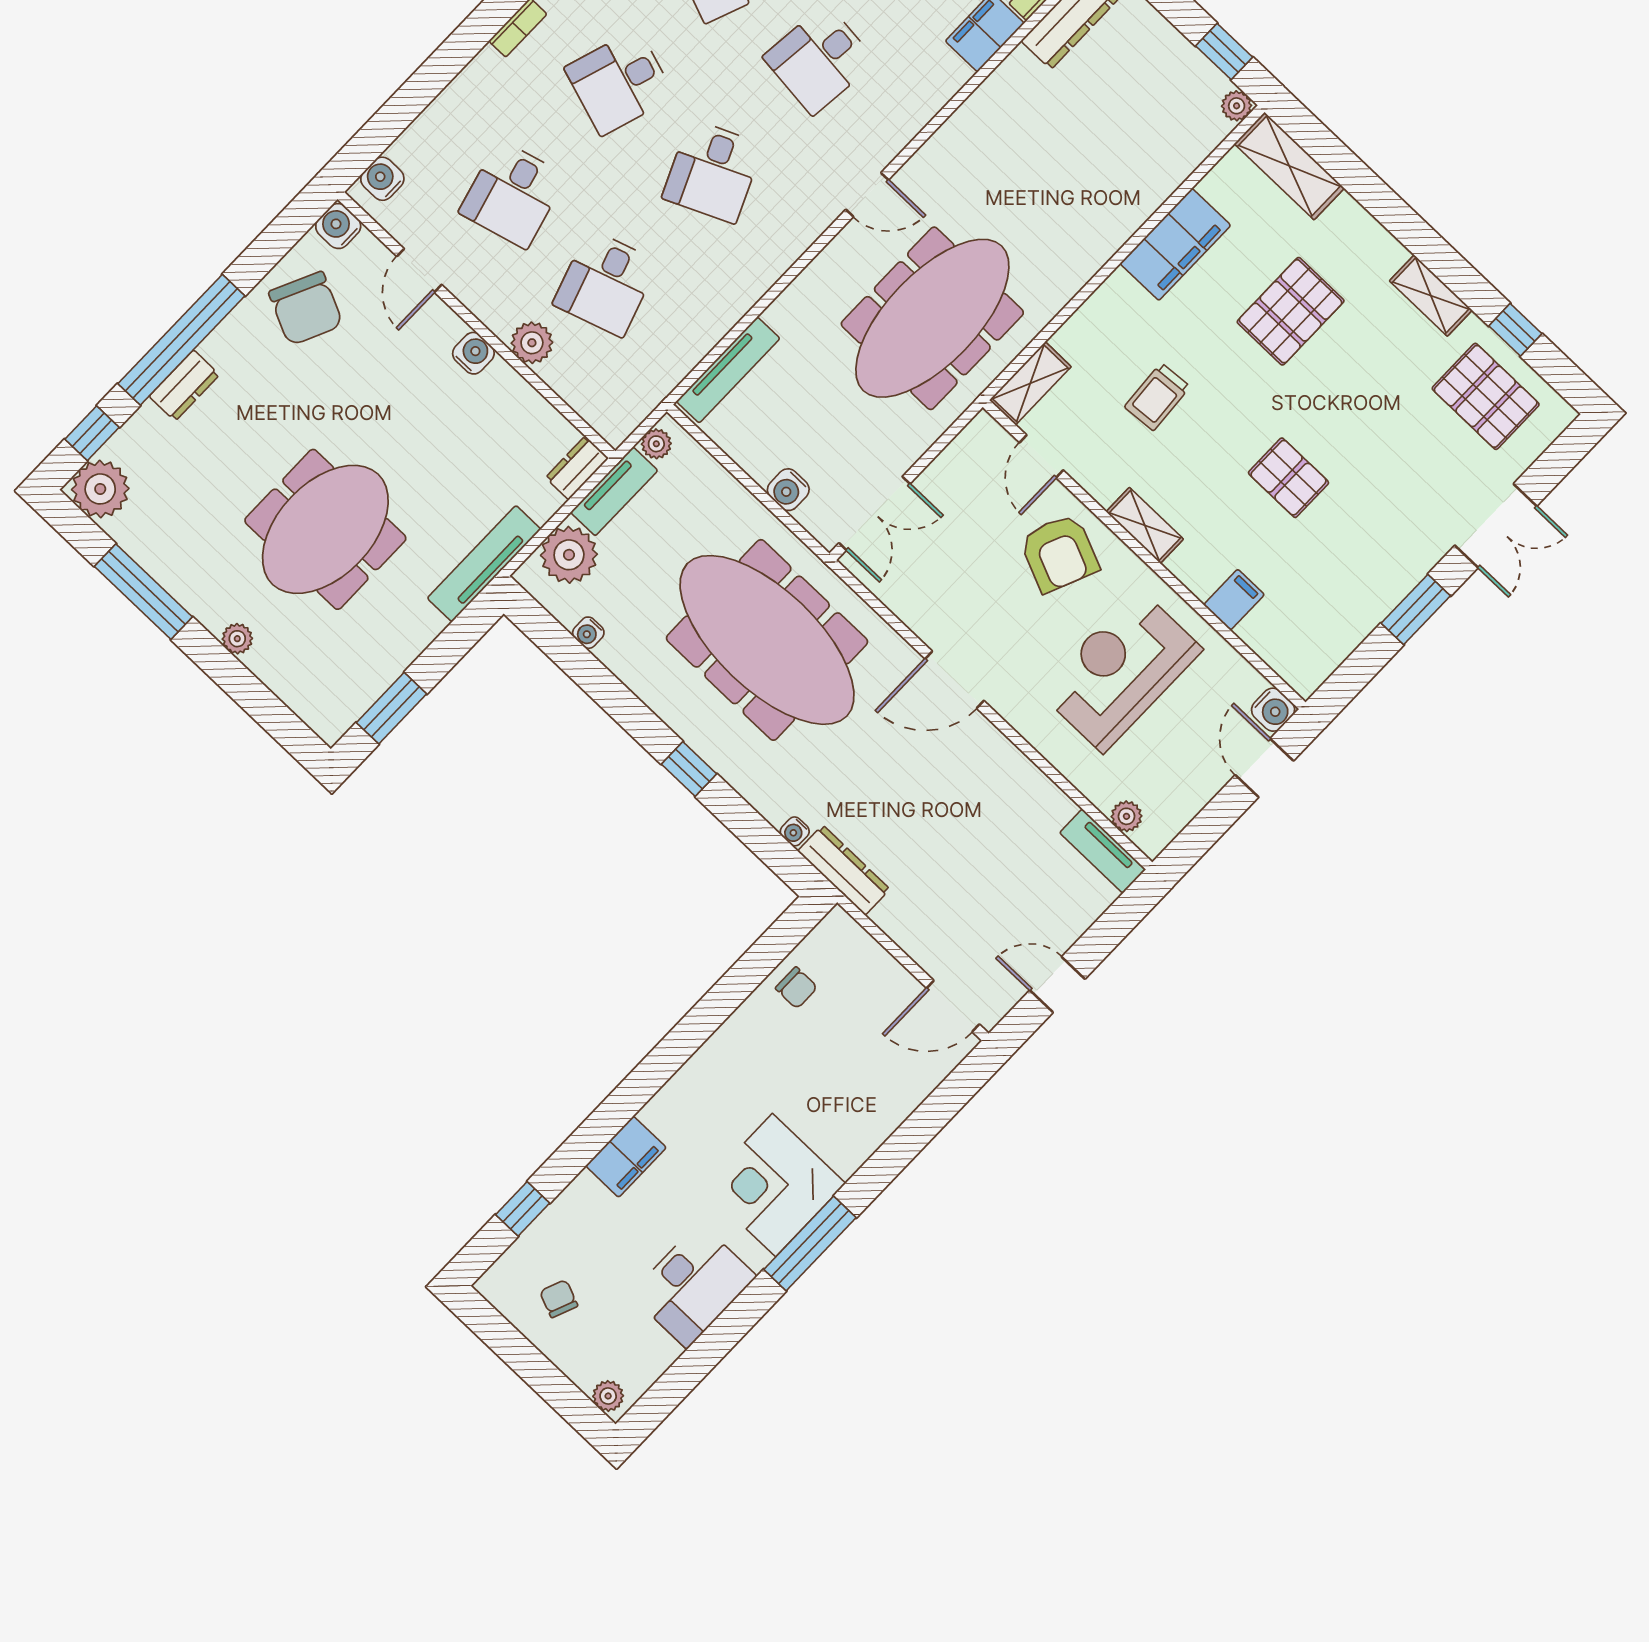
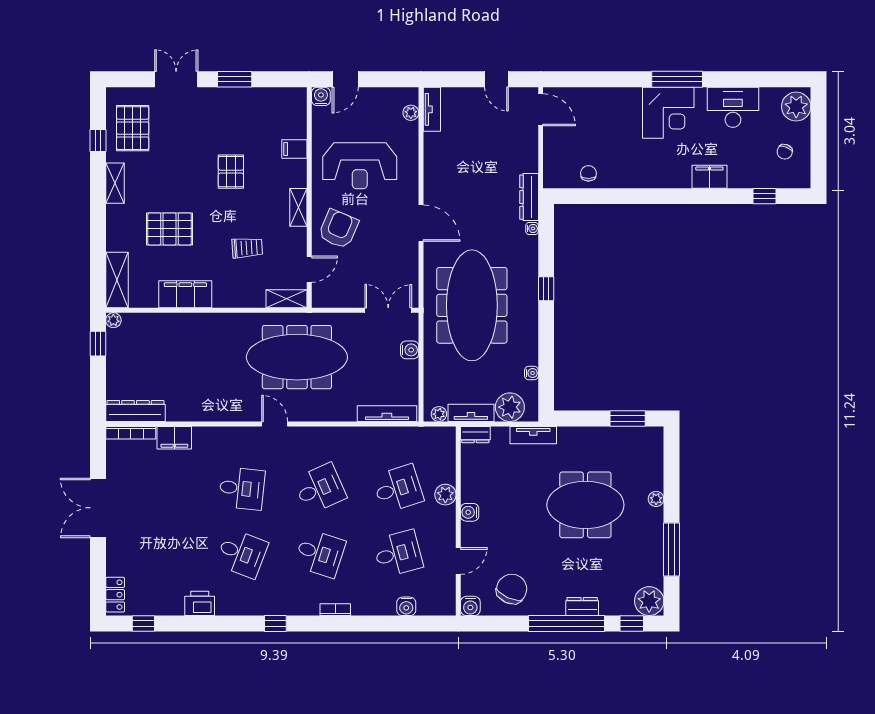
water cooler: (382, 179) -> (406, 606), moved
tv unit: (484, 564) -> (533, 435), width x0.71
plant: (608, 1396) -> (796, 107), width x1.87, depth x1.87

